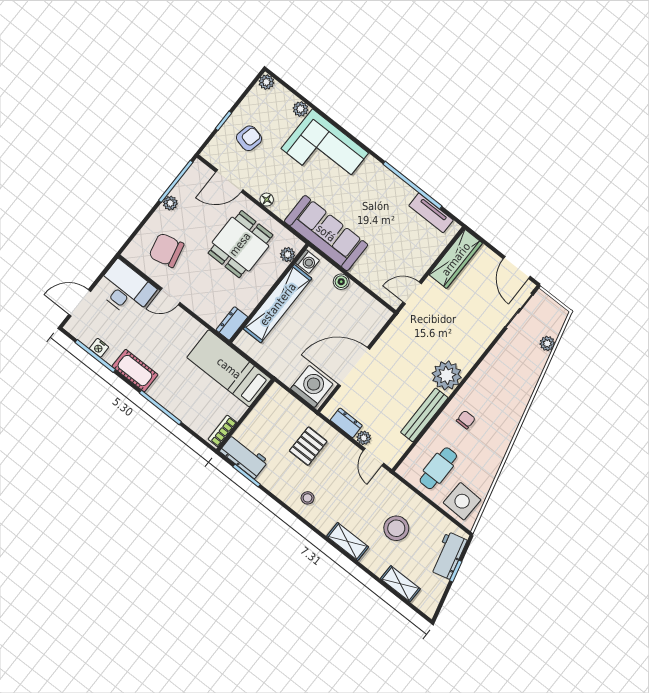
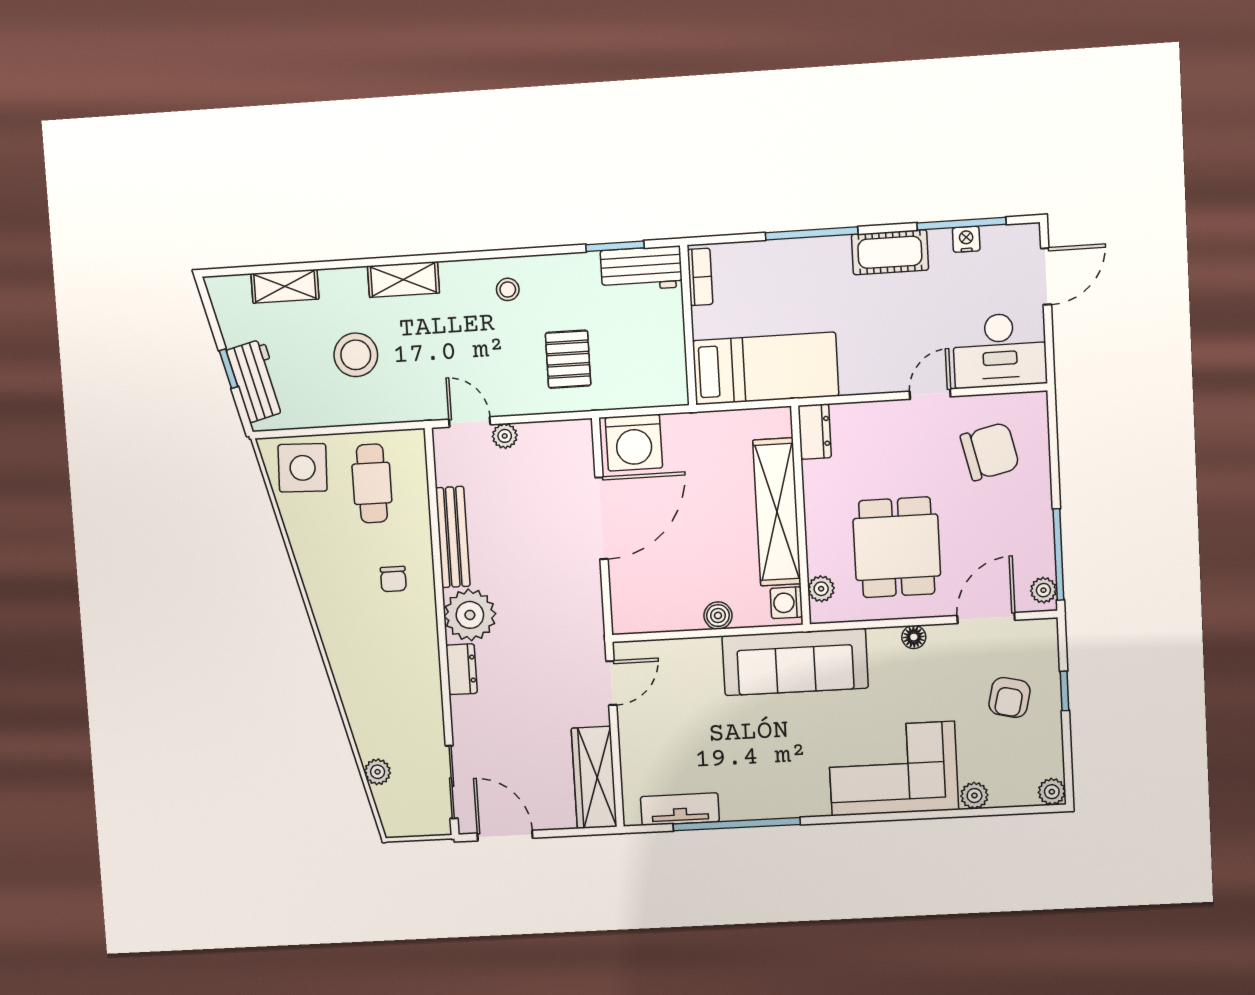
plant: (170, 203) -> (1043, 590), moved
dresser: (346, 423) -> (462, 669), moved, turned -90

